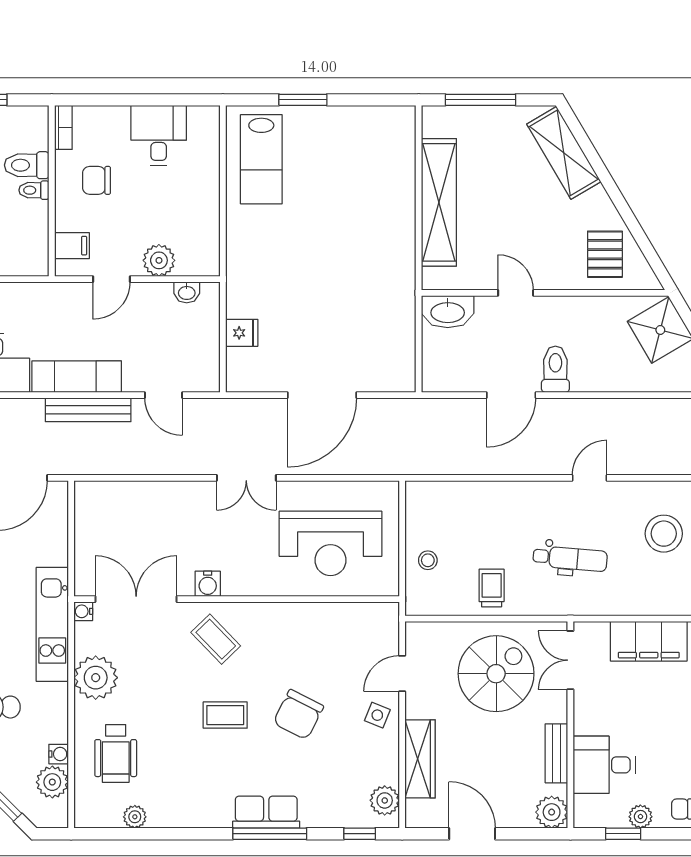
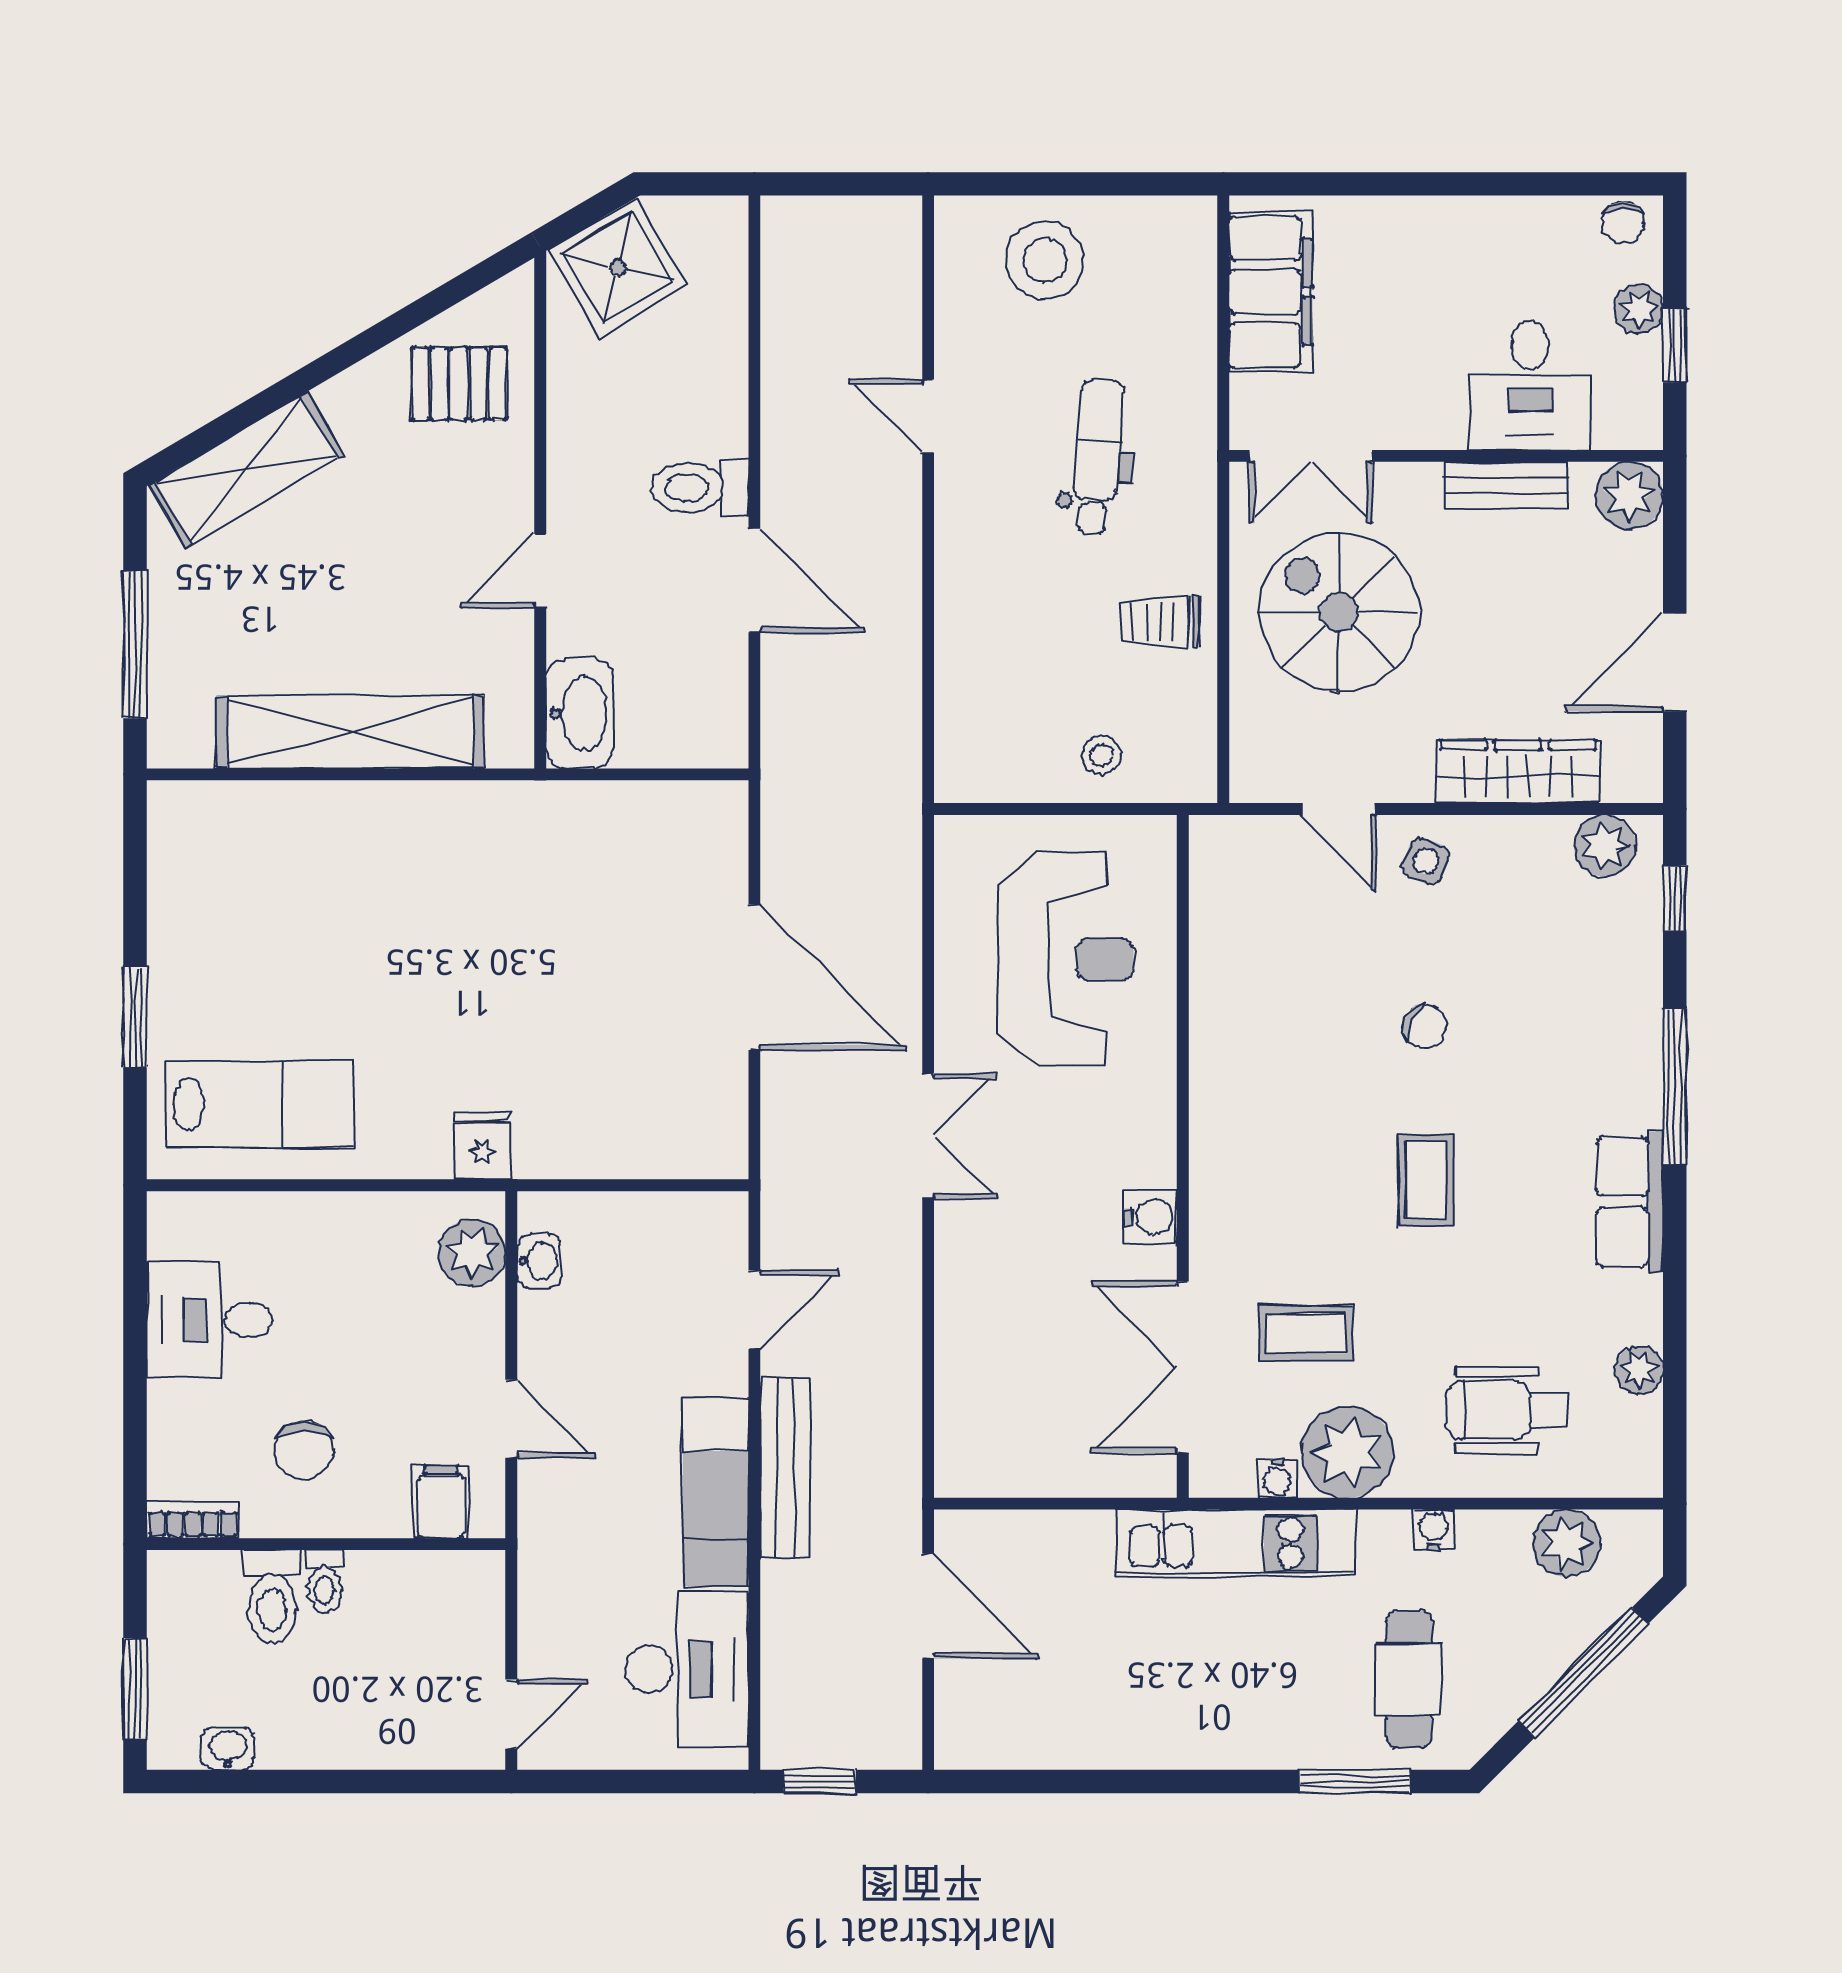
plant: (159, 260) -> (472, 1253), moved
fridge: (242, 333) -> (482, 1146), moved
water cooler: (83, 611) -> (1277, 1478), moved
coffee table: (216, 639) -> (1306, 1333), moved, turned 44
chair: (298, 715) -> (1425, 1027), width x0.54, depth x0.54
wheelchair: (116, 753) -> (1506, 1410), turned 180
water cooler: (59, 754) -> (1434, 1530), moved
row of seats: (266, 812) -> (1629, 1202), moved

